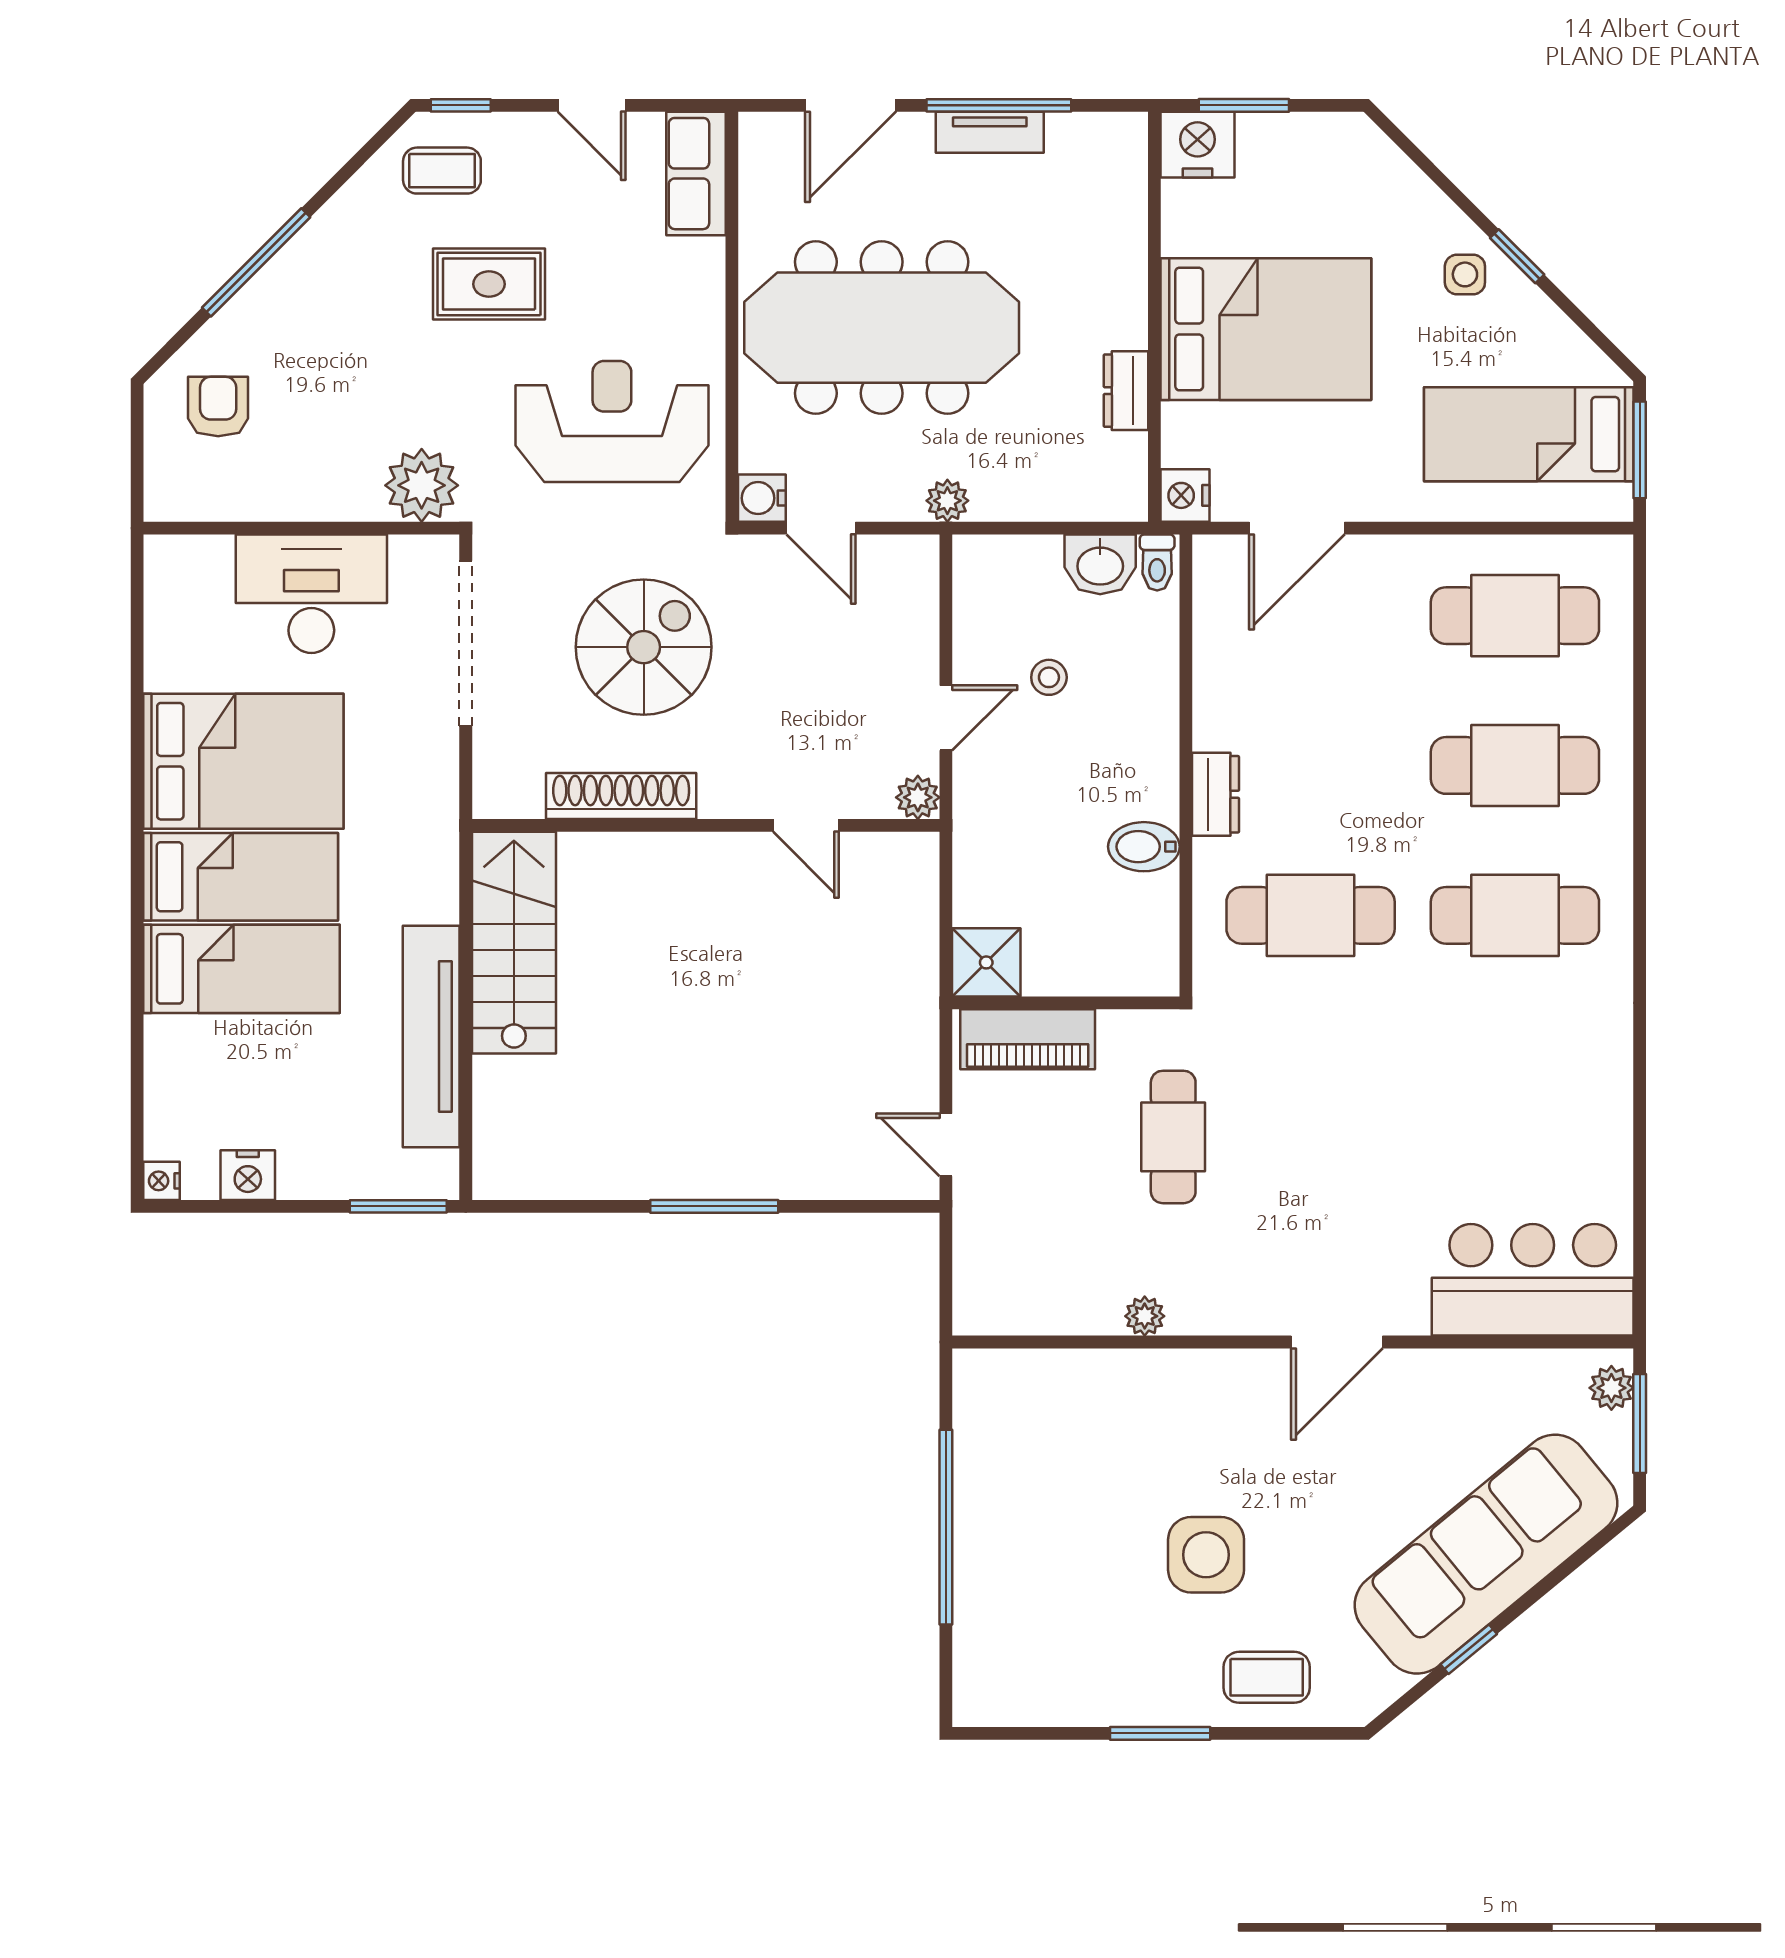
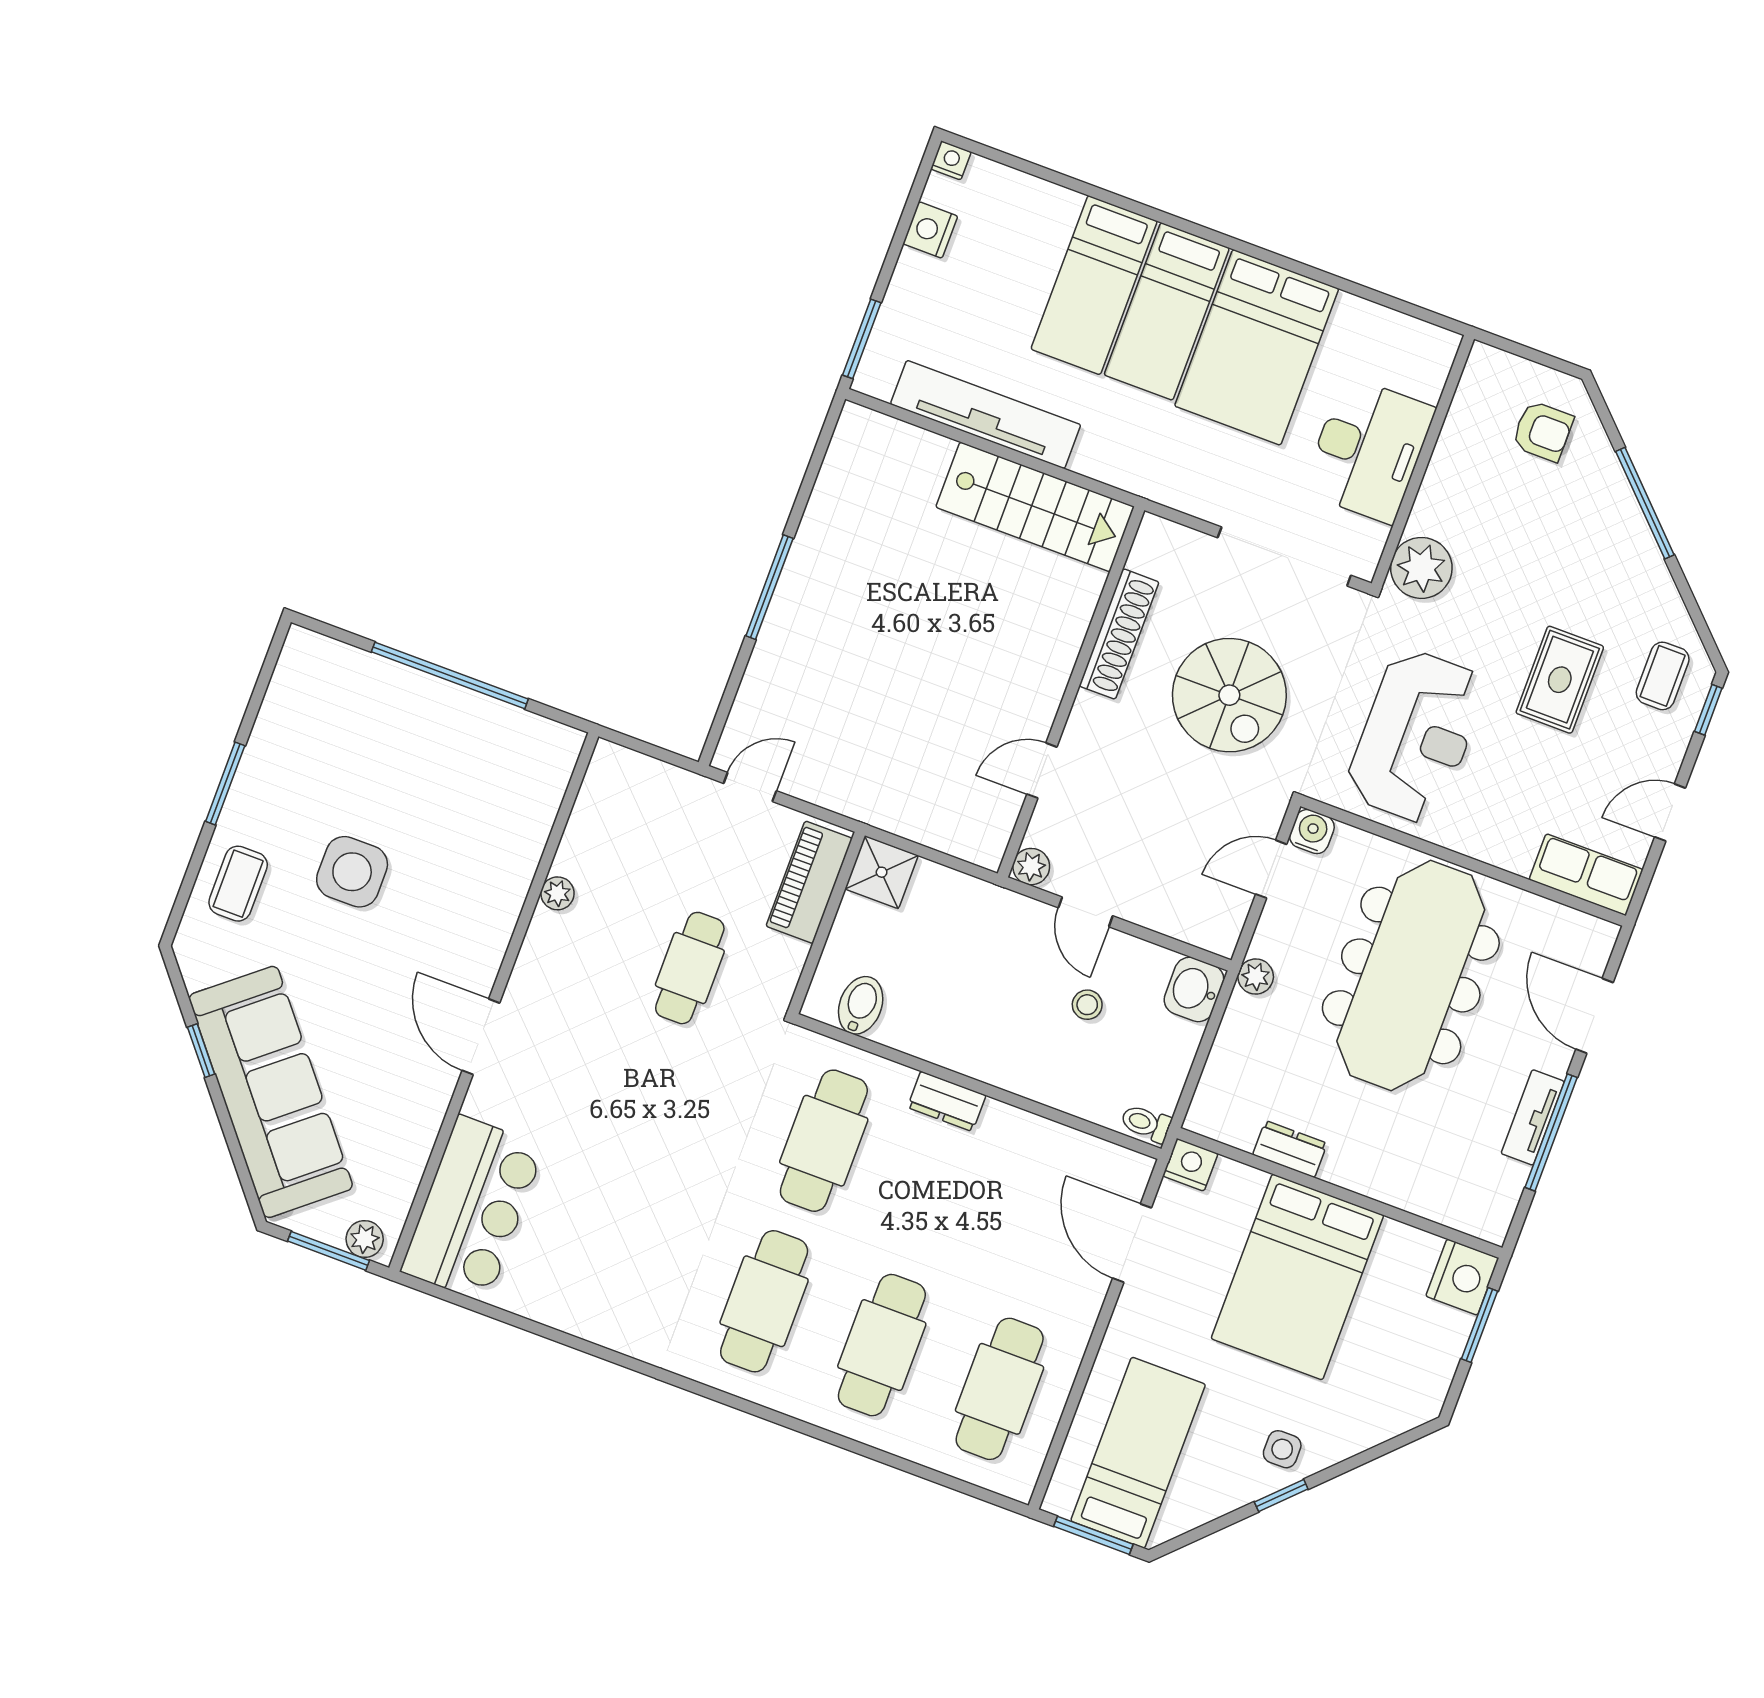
washbasin: (1100, 564) -> (1194, 989), moved
bidet: (1144, 847) -> (861, 1005), moved
cafe table: (1173, 1137) -> (690, 968), turned 90

